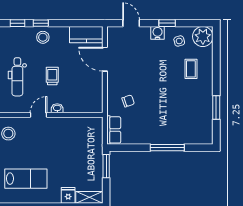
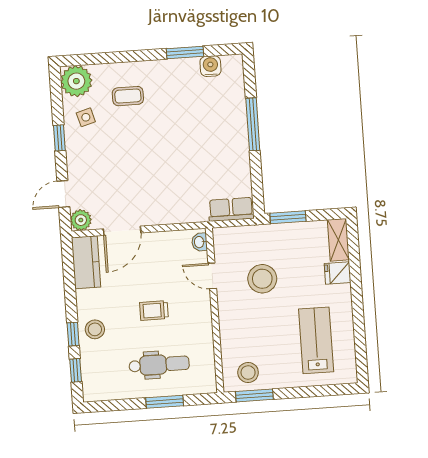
plant: (114, 33) -> (81, 220), added
water cooler: (158, 33) -> (210, 66), moved, turned 90
chair: (128, 101) -> (184, 190), removed
washbasin: (57, 108) -> (199, 242), moved
door: (39, 115) -> (212, 276), moved
stool: (68, 147) -> (262, 279), added

